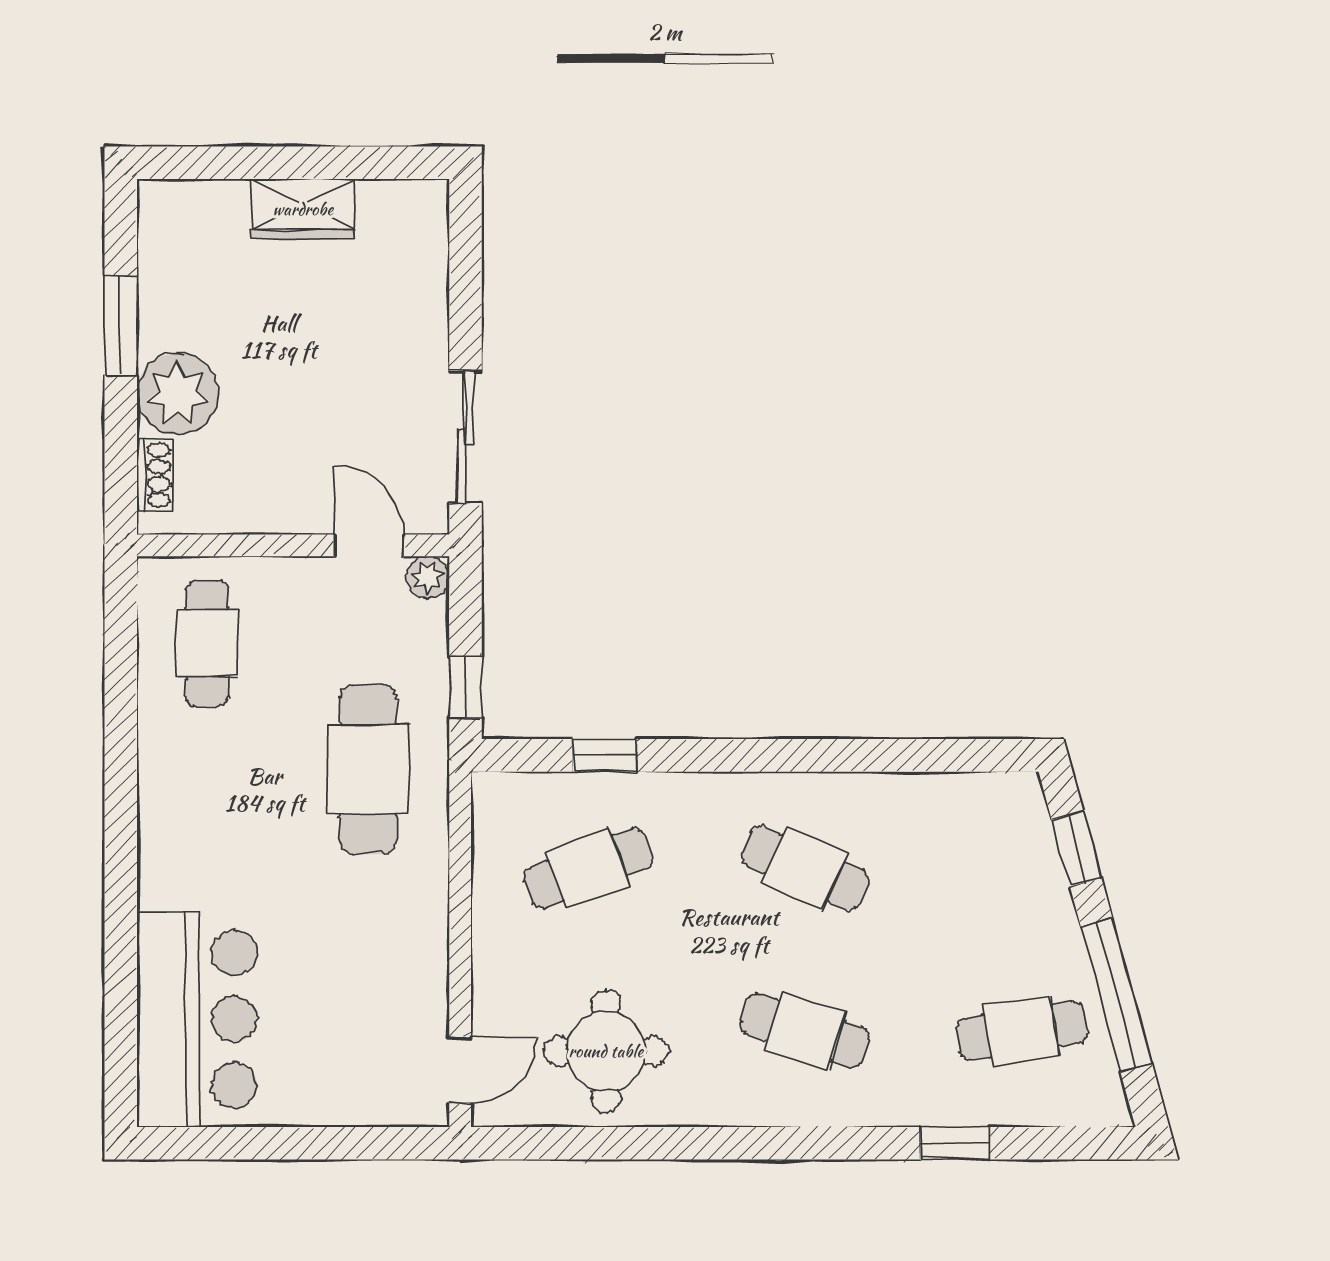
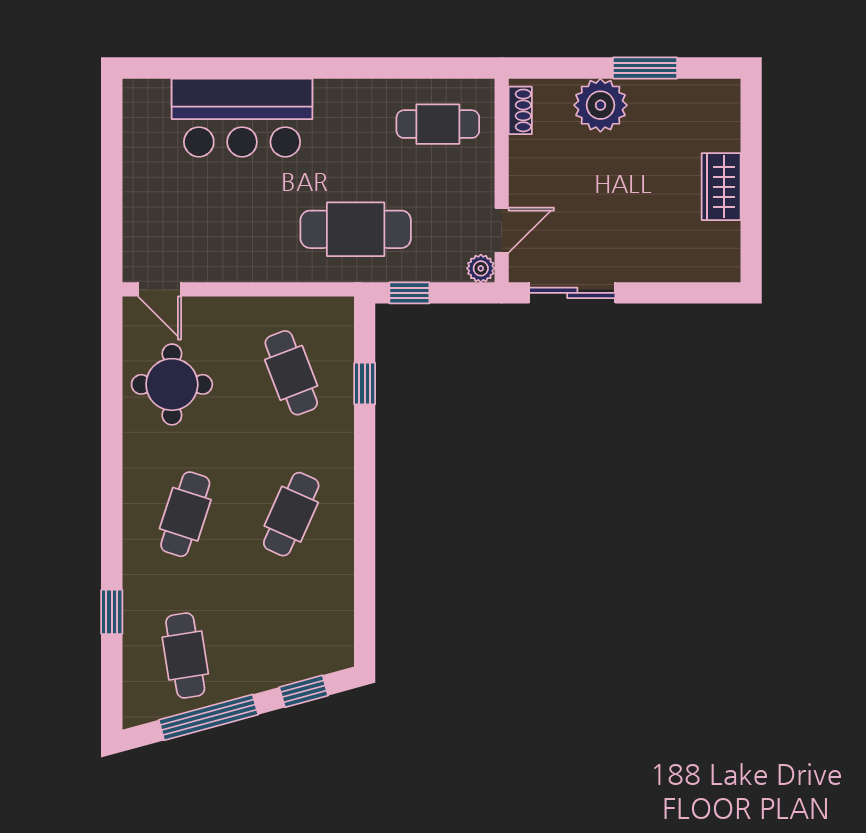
shoe rack: (155, 475) -> (520, 110), moved, turned -90
bar counter: (197, 1019) -> (242, 118), moved

